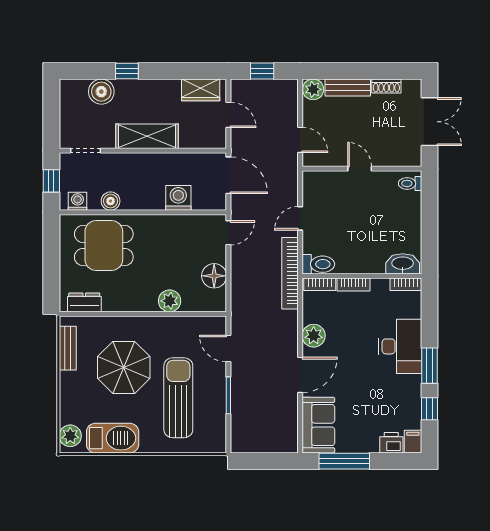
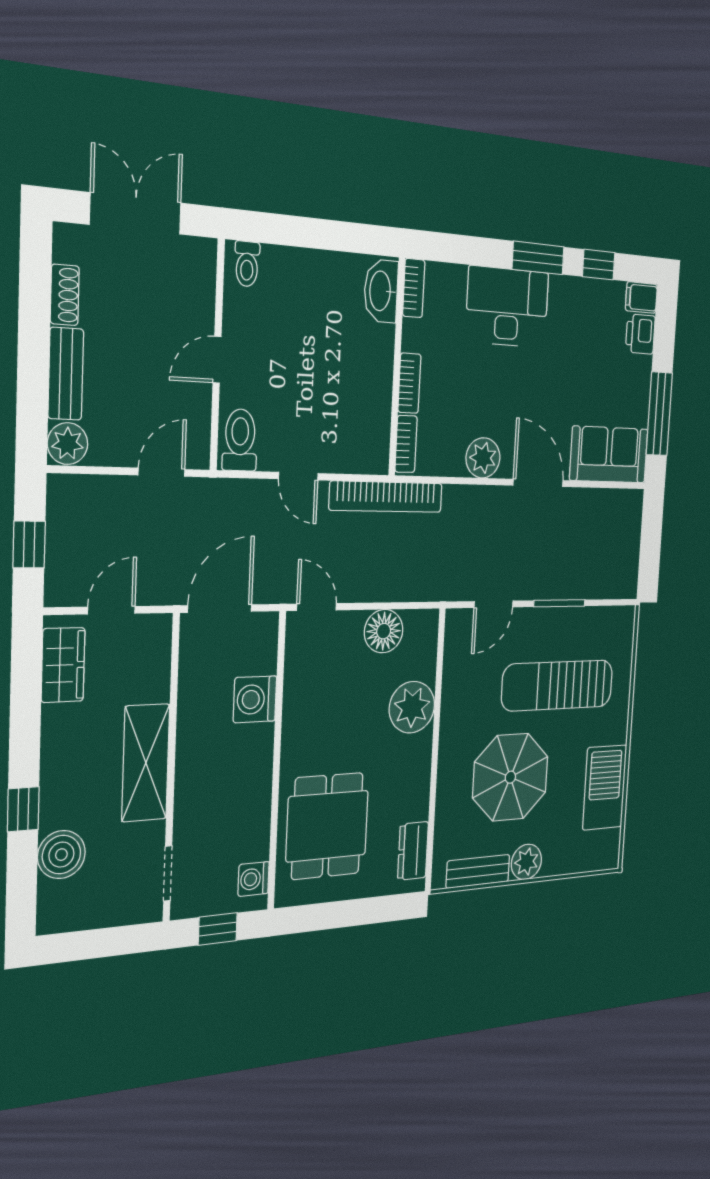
boiler: (111, 201) -> (256, 821), removed
toilet: (318, 264) -> (240, 440), moved
plant: (170, 301) -> (412, 707), width x1.36, depth x1.36
plant: (70, 436) -> (526, 862), moved

